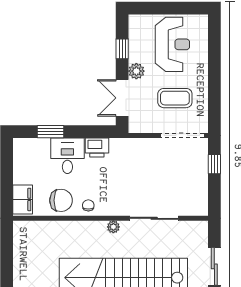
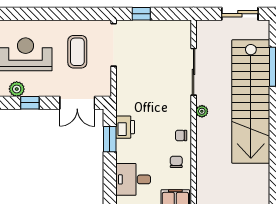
plant: (136, 71) -> (17, 89), moved
window: (50, 132) -> (110, 139), moved
desk: (67, 156) -> (133, 179), moved
chair: (61, 200) -> (176, 162), width x0.54, depth x0.54

